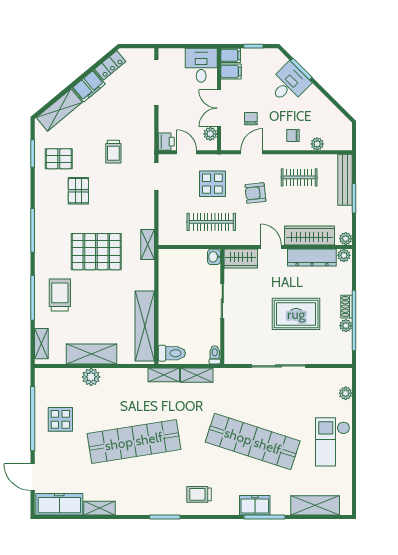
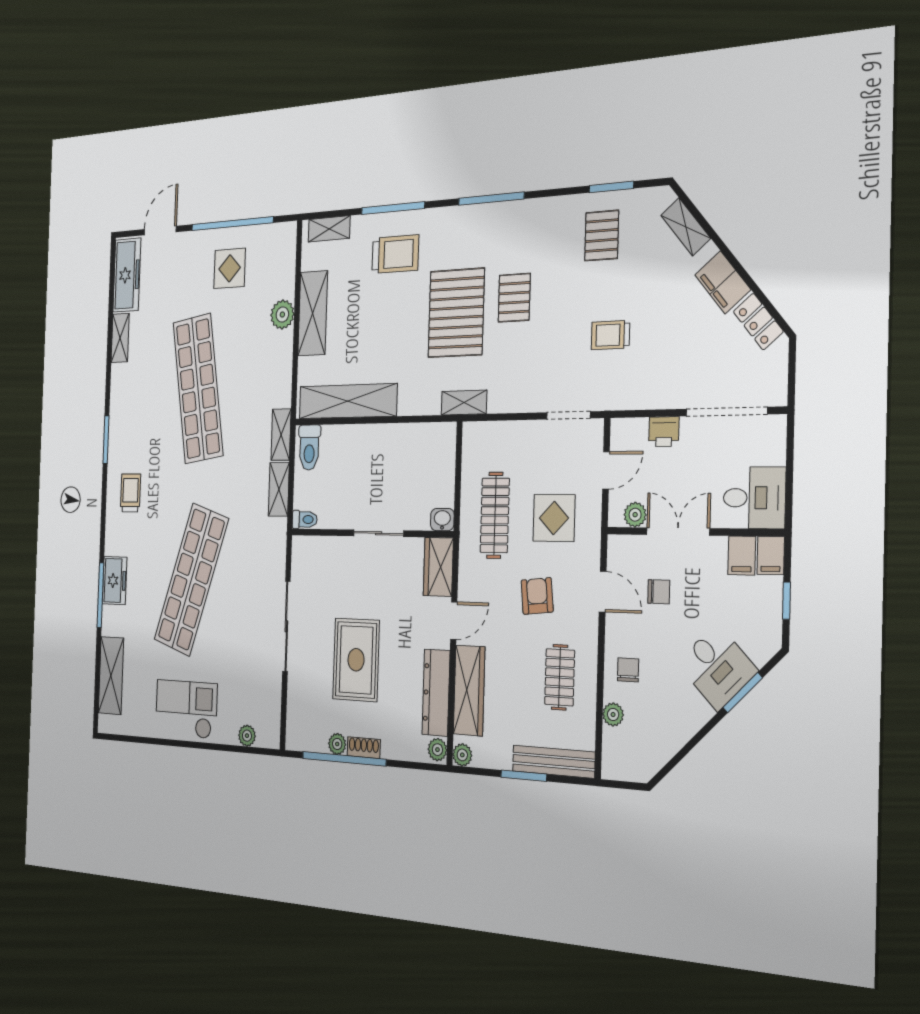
shelving: (59, 110) -> (686, 227), width x0.67, depth x0.75
printer: (166, 142) -> (664, 432), moved
pallet: (78, 191) -> (514, 298), moved, turned 90

